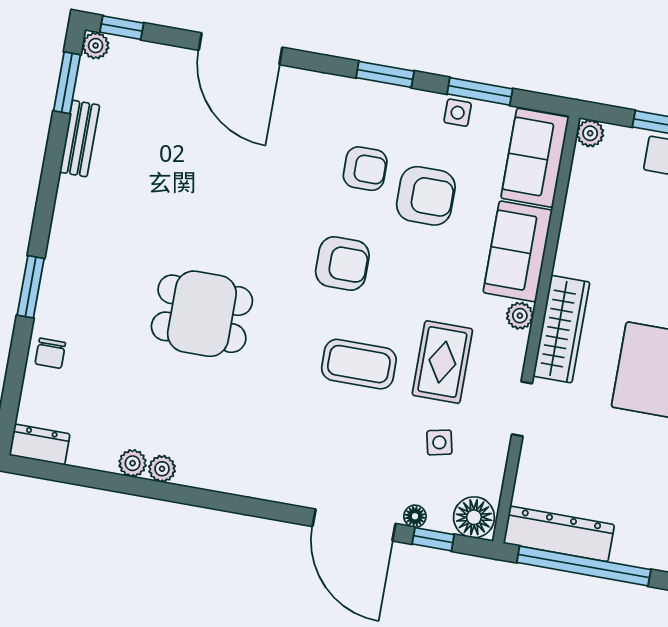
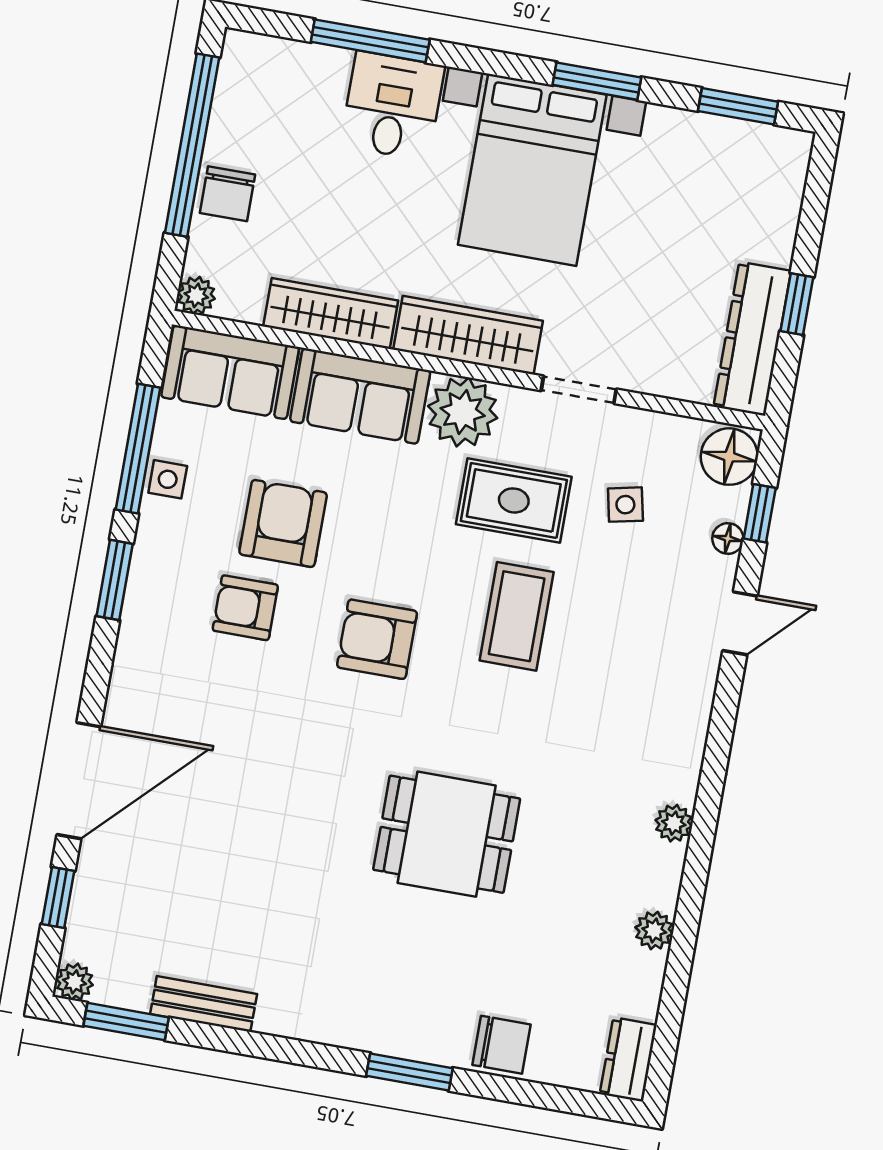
window: (122, 28) -> (58, 898), moved
window: (480, 91) -> (138, 449), width x1.44
armchair: (365, 169) -> (245, 608), turned -90
wardrobe: (577, 230) -> (331, 313), added
armchair: (342, 264) -> (377, 639), turned -90
dining table: (202, 314) -> (447, 834), turned 90
plant: (520, 316) -> (463, 412), width x1.88, depth x1.88
chair: (50, 353) -> (502, 1045), width x1.37, depth x1.37
plant: (162, 469) -> (674, 823), moved
door: (354, 525) -> (740, 623), width x0.53
window: (584, 566) -> (797, 304), width x0.32

